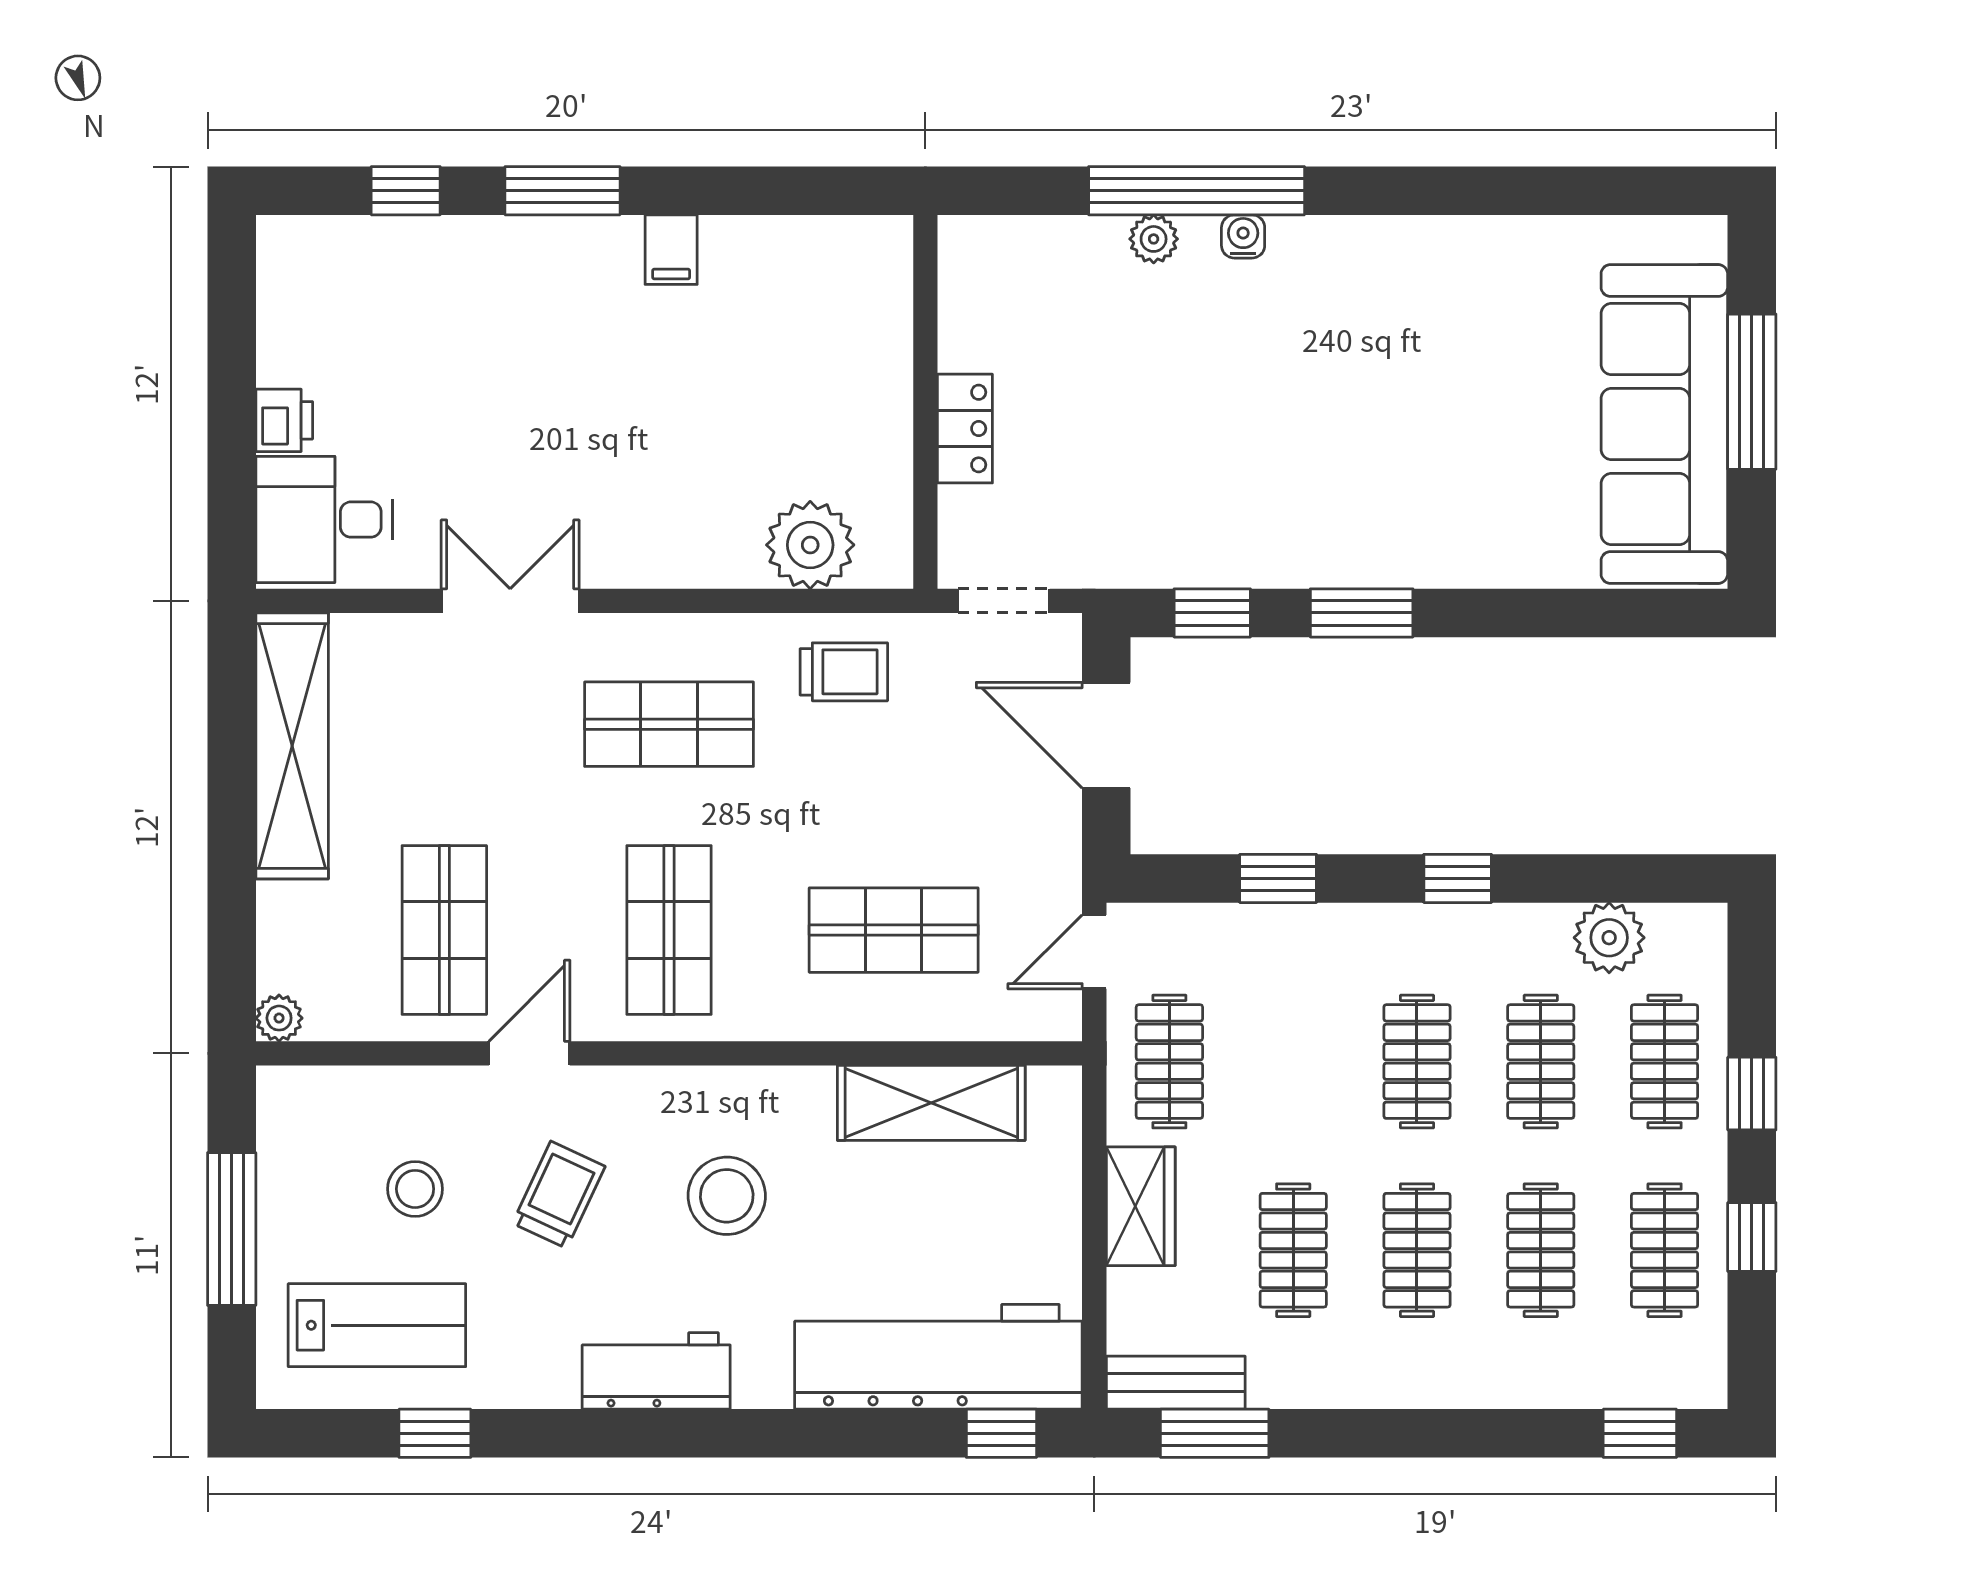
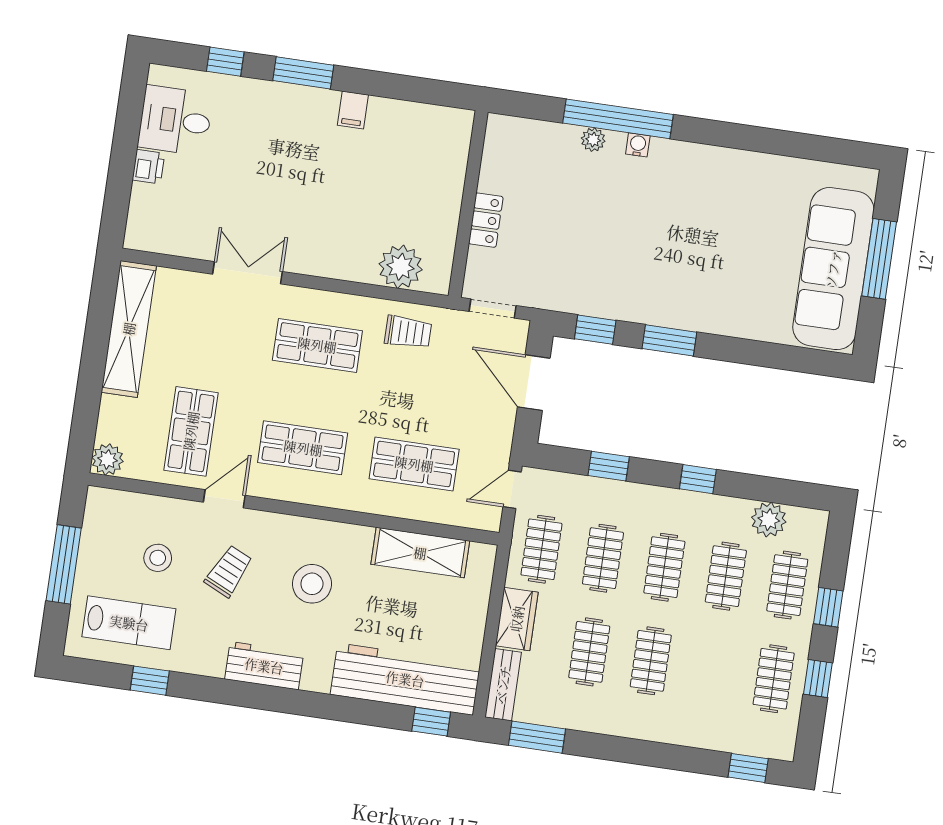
desk: (324, 520) -> (175, 120), moved
shop shelf: (669, 930) -> (303, 448), turned 90
plant: (279, 1018) -> (107, 459), width x1.38, depth x1.38
clothes rail: (1541, 1250) -> (603, 558), moved
bench: (1176, 1383) -> (503, 685), moved, turned 90

